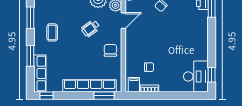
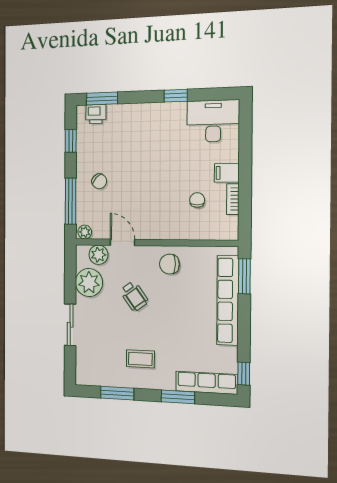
window: (212, 75) -> (176, 96), moved
filing cabinet: (134, 85) -> (227, 173), moved

